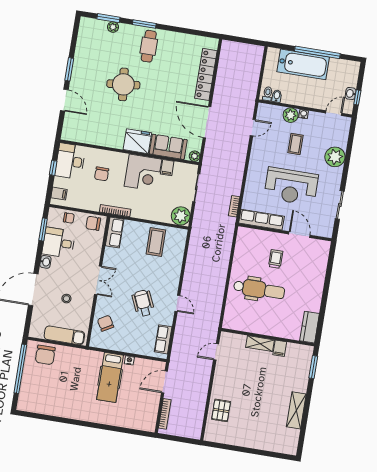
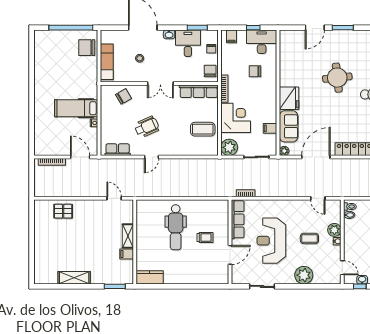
corner desk: (143, 173) -> (236, 118), moved, turned 180
row of seats: (115, 232) -> (199, 91), width x1.48

